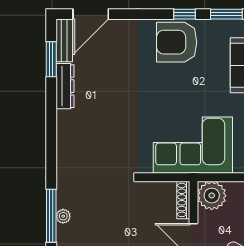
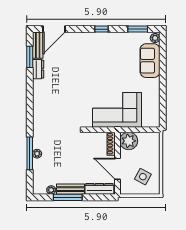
window: (185, 14) -> (101, 29), moved
armchair: (177, 42) -> (107, 46), removed
dresser: (65, 86) -> (38, 69), width x0.70

